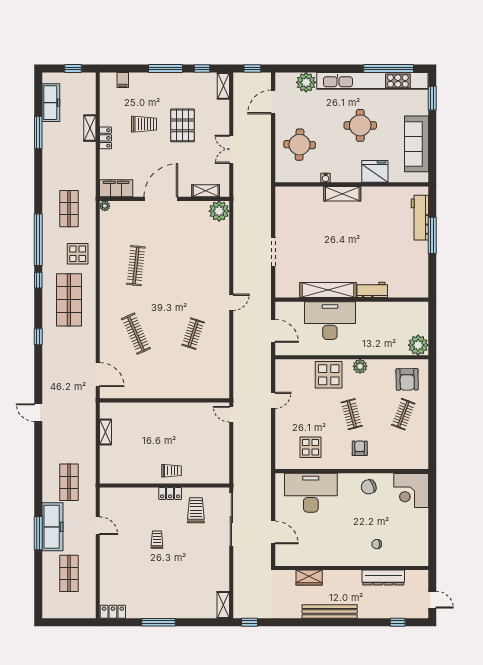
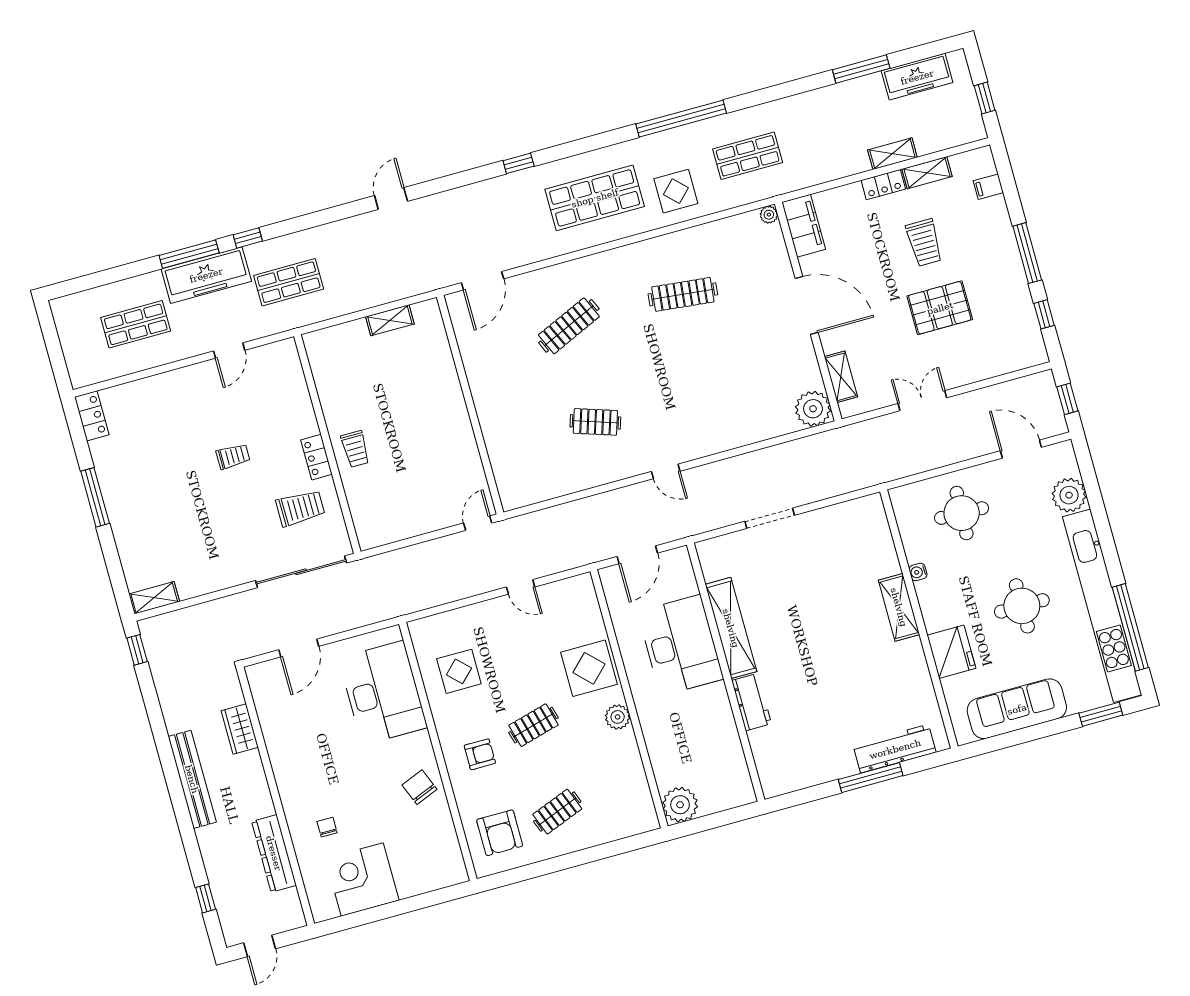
shelving: (223, 86) -> (927, 173), moved
window: (38, 280) -> (248, 238), moved
armchair: (407, 379) -> (500, 833), moved, turned -89
clothes rail: (403, 414) -> (557, 812), turned -42
corner desk: (411, 490) -> (362, 879), moved

